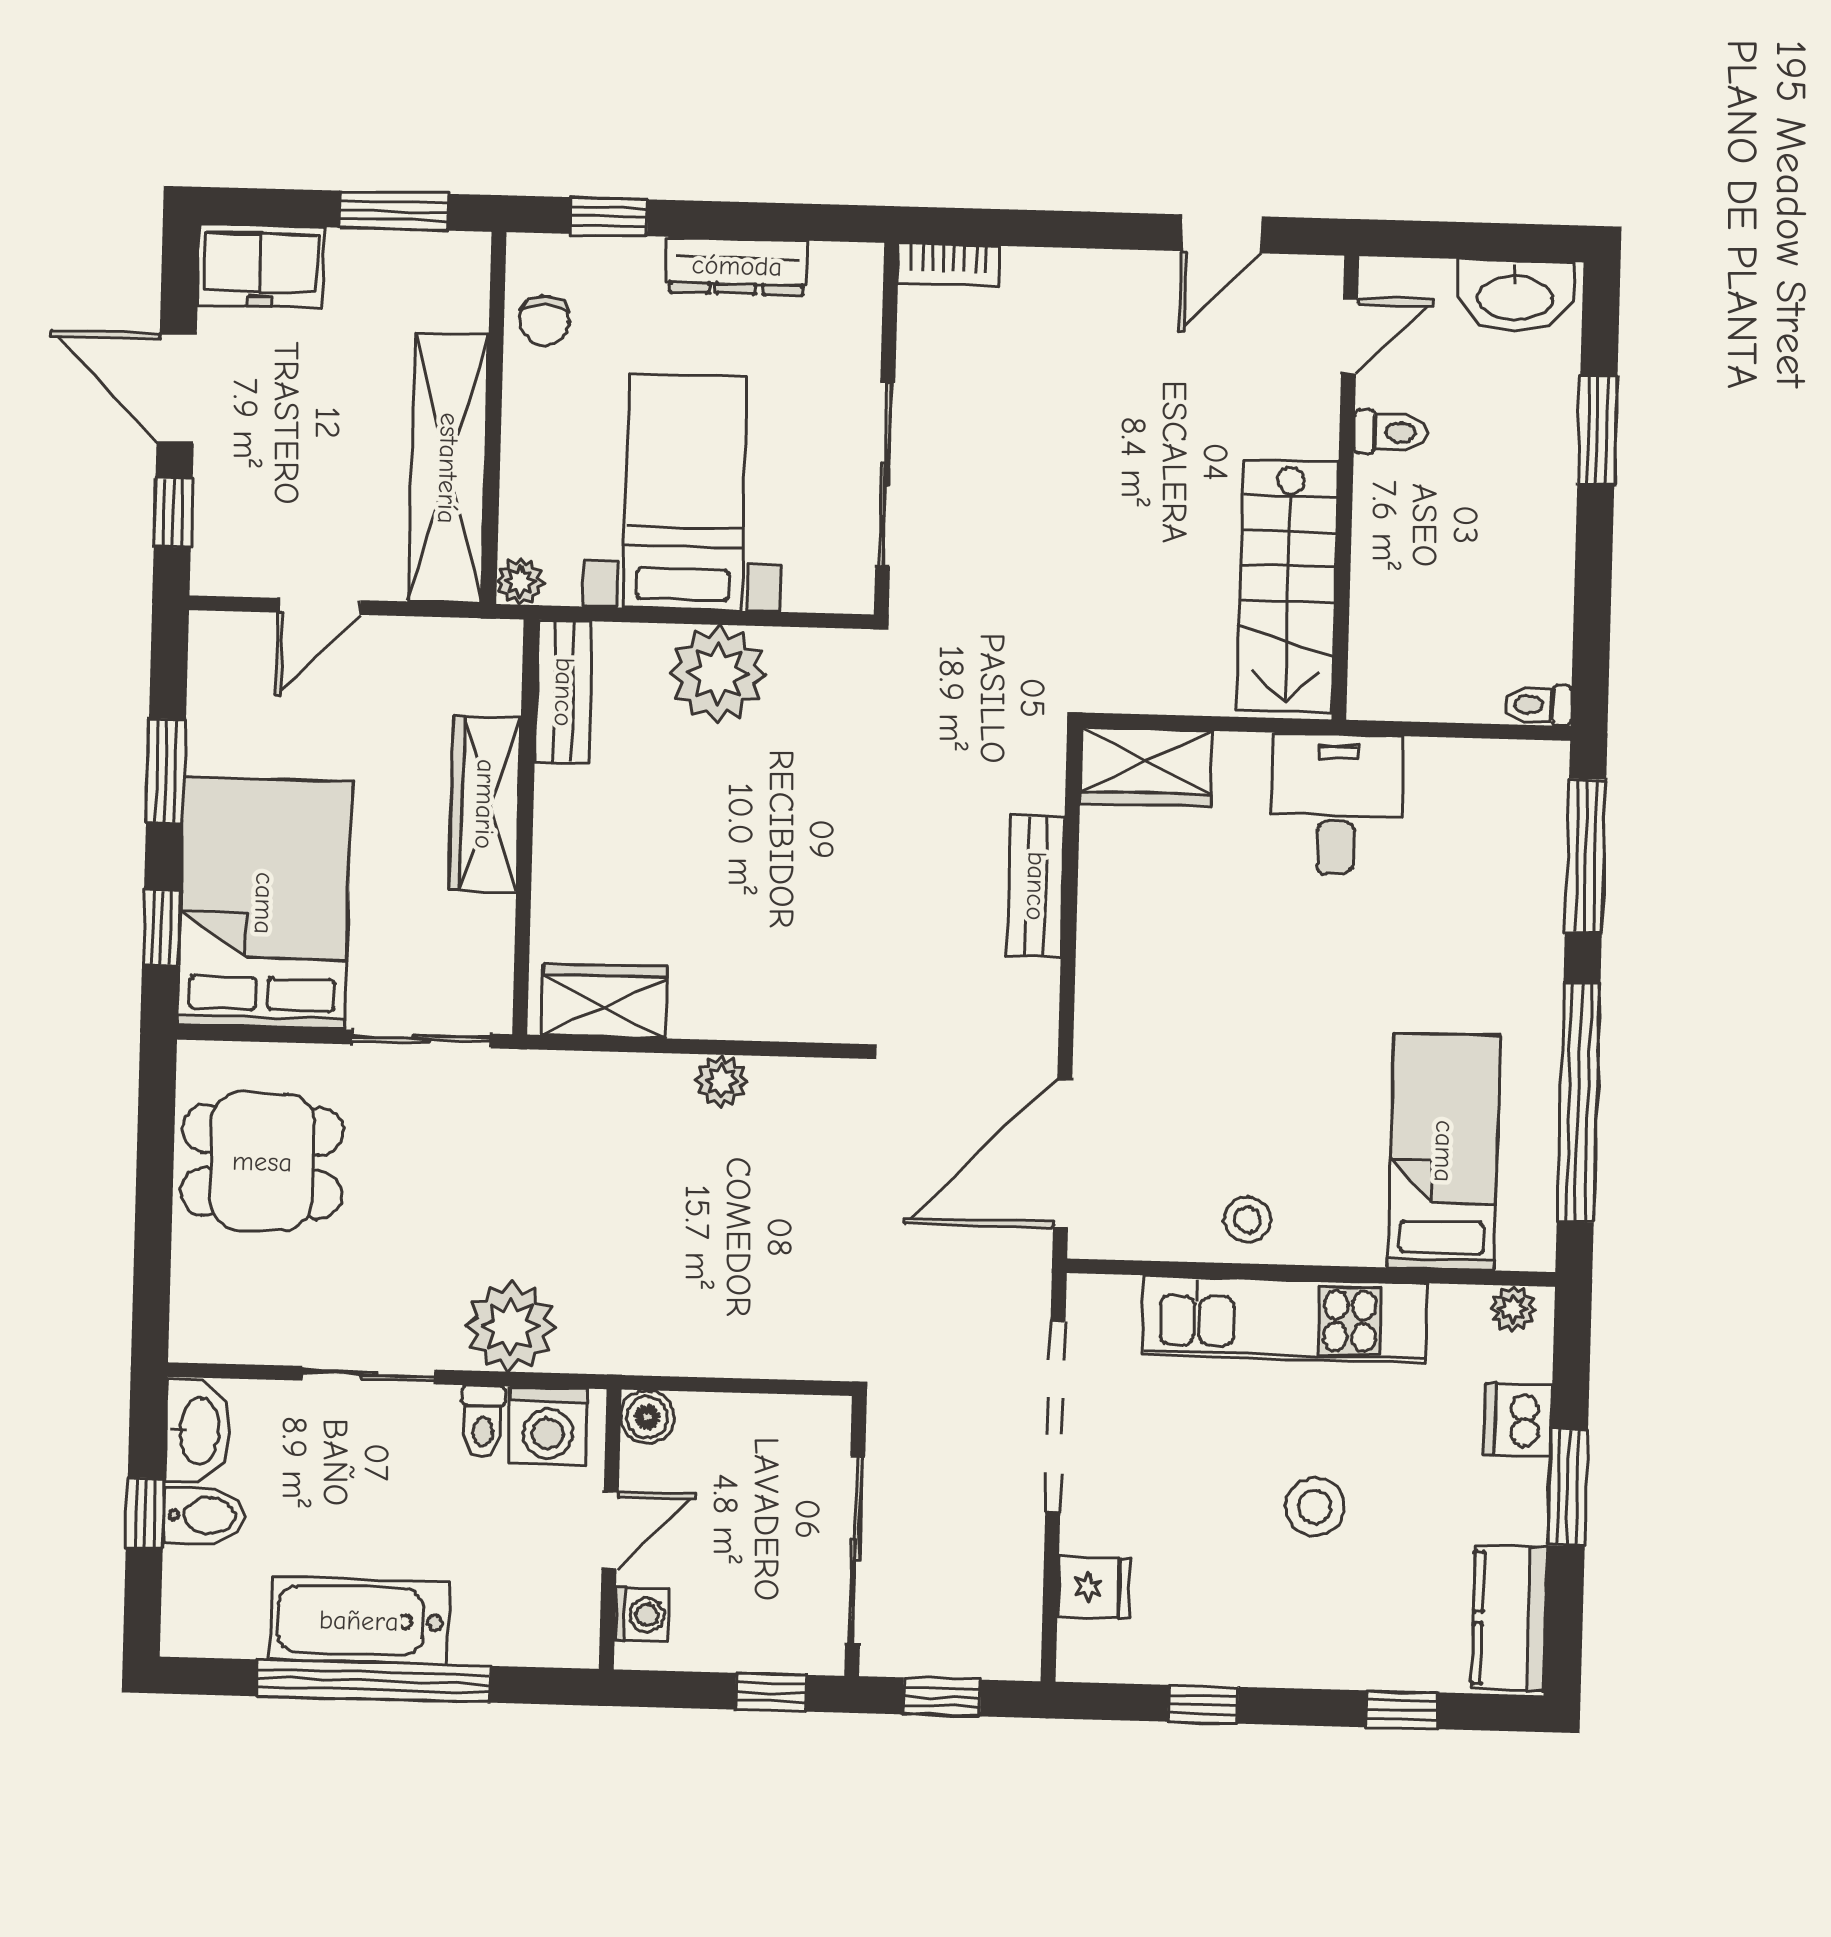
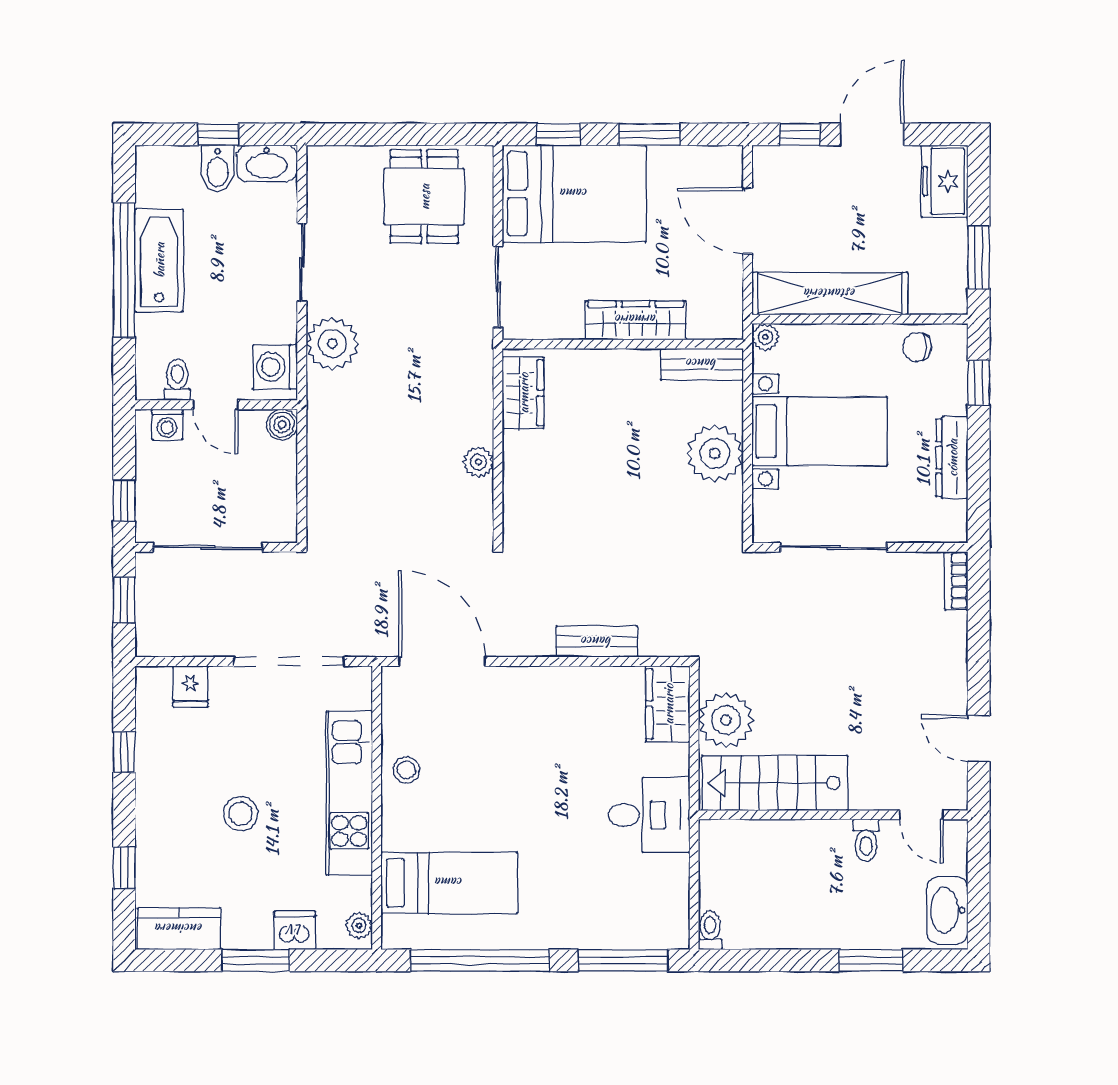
door: (319, 606) -> (748, 221), width x1.38
plant: (1177, 668) -> (726, 720), added
toilet: (483, 1422) -> (177, 380), moved, turned 90

